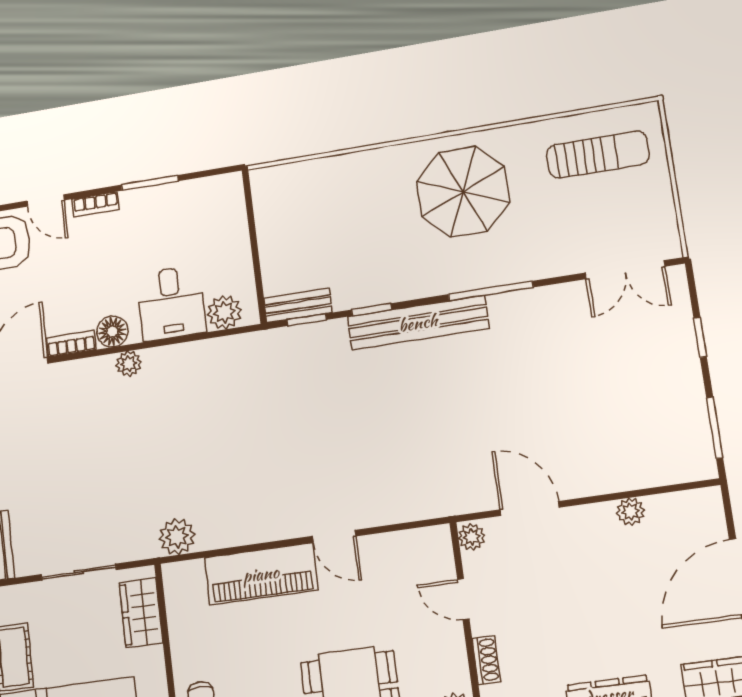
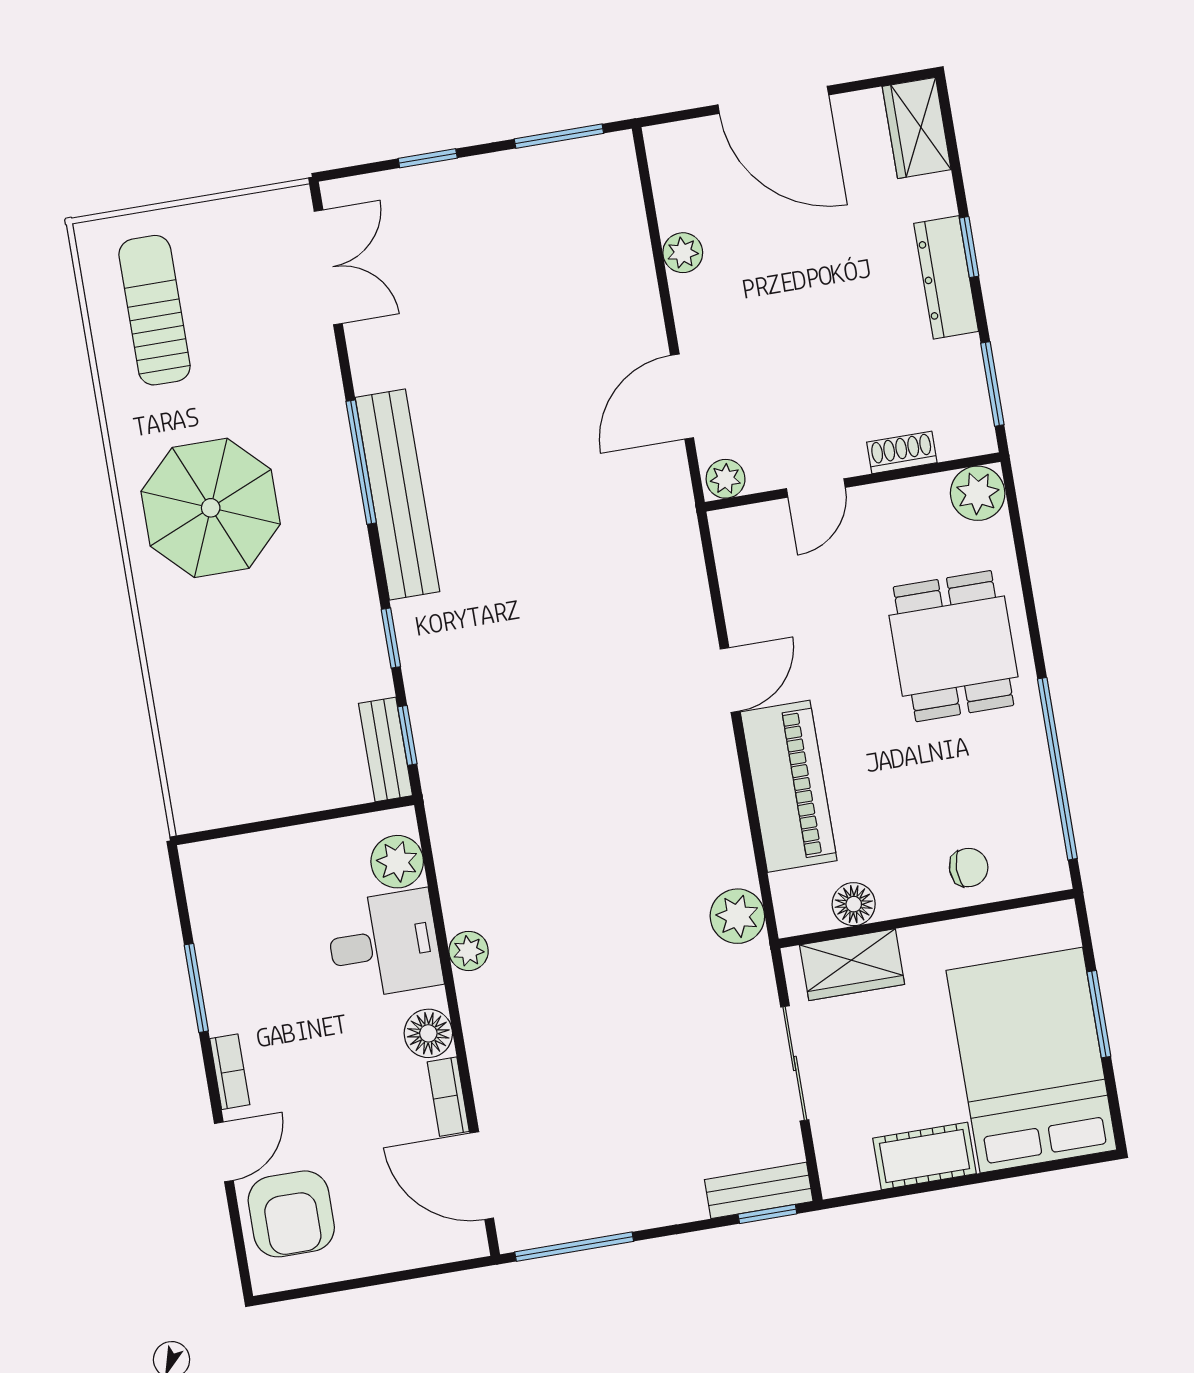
bench: (418, 323) -> (397, 495), moved
plant: (129, 364) -> (469, 951), moved
floor lamp: (181, 615) -> (854, 904), added

